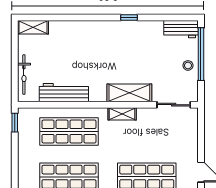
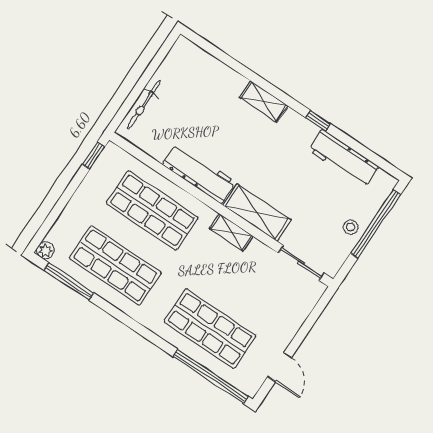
shelving: (33, 27) -> (264, 102), moved
workbench: (181, 29) -> (343, 158), moved, width x1.38
workbench: (64, 93) -> (199, 173), moved

